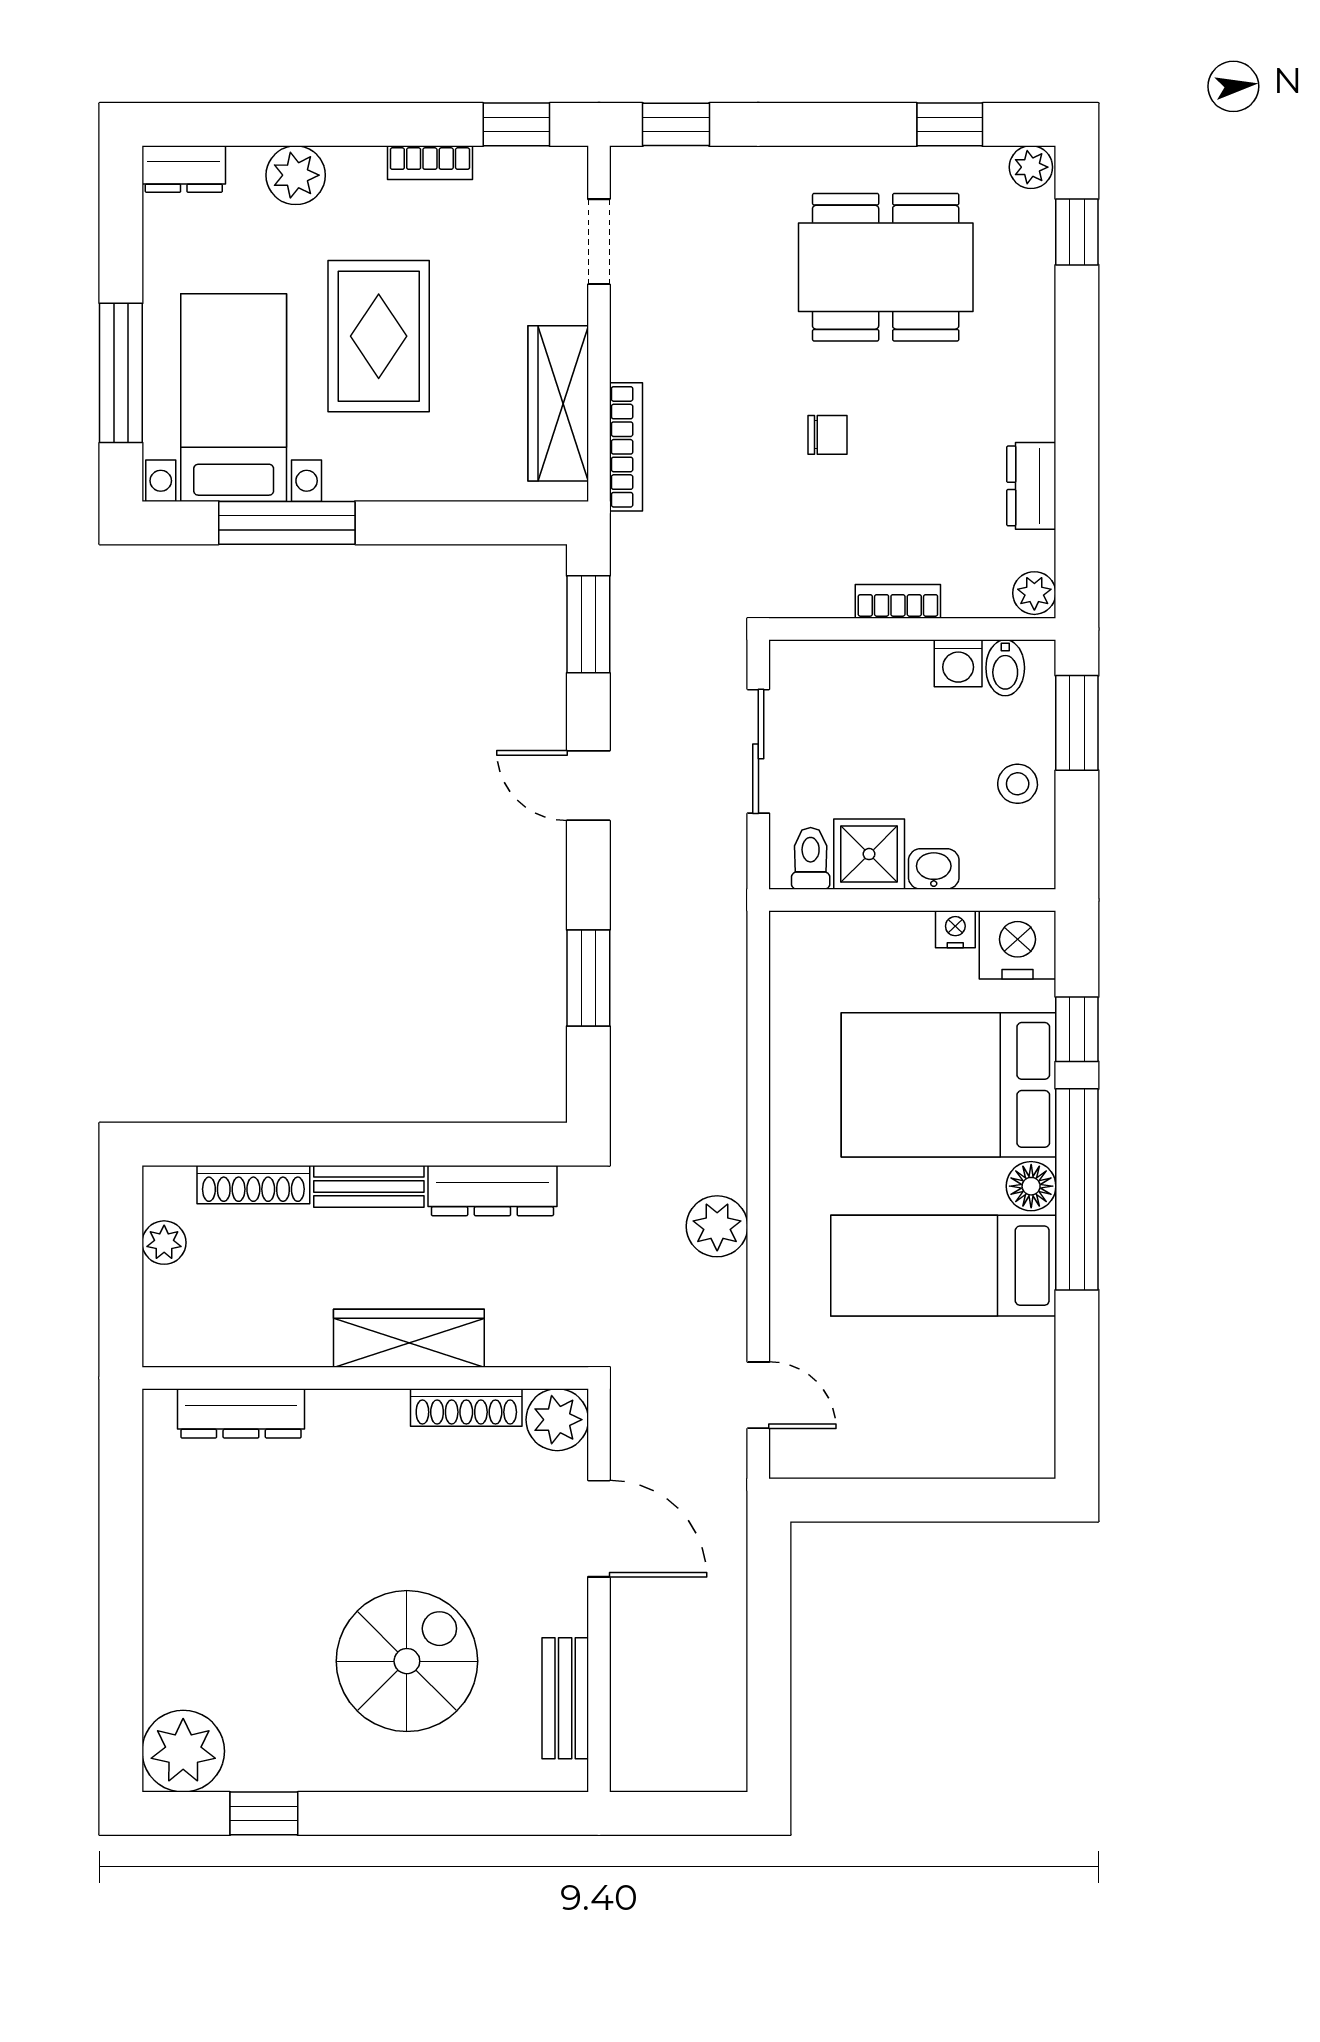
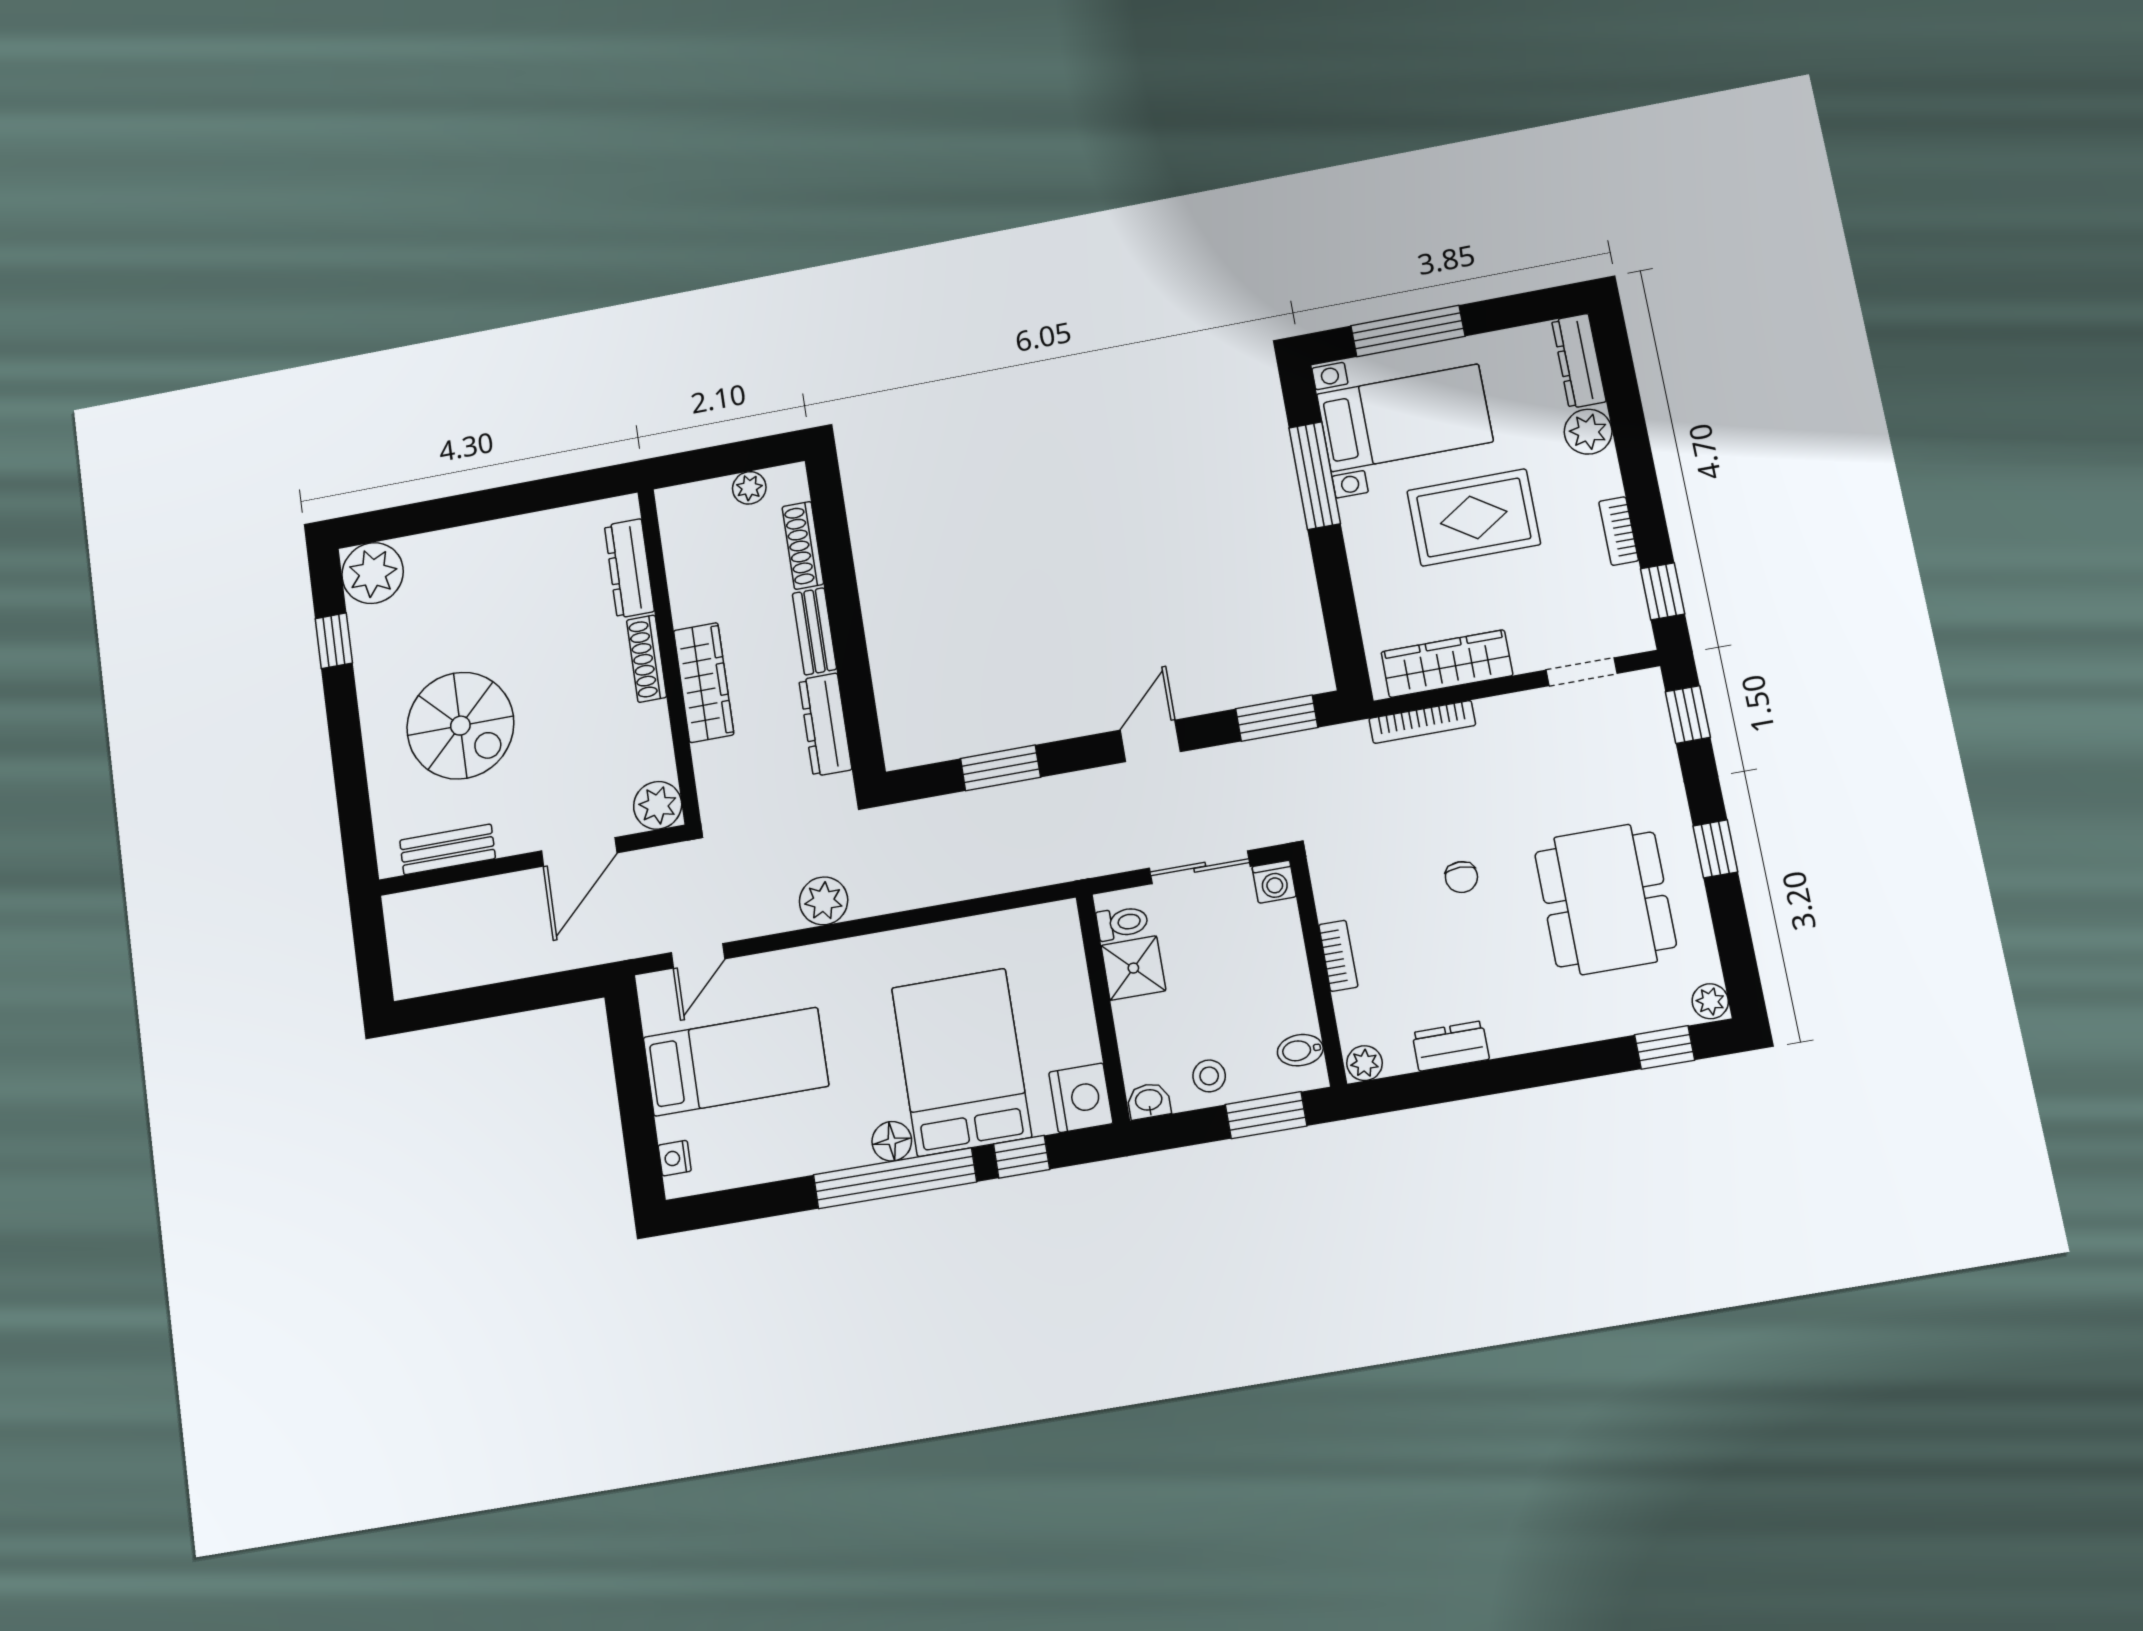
window: (950, 124) -> (1715, 849), moved
dresser: (184, 169) -> (1579, 361), width x1.44
washing machine: (958, 663) -> (1274, 882), moved, turned -90
washbasin: (934, 869) -> (1149, 1101), moved, turned -90
nightstand: (955, 929) -> (675, 1158), moved, turned 180
bed: (943, 1266) -> (736, 1062), moved, turned 90
shoe rack: (466, 1407) -> (647, 659), moved

